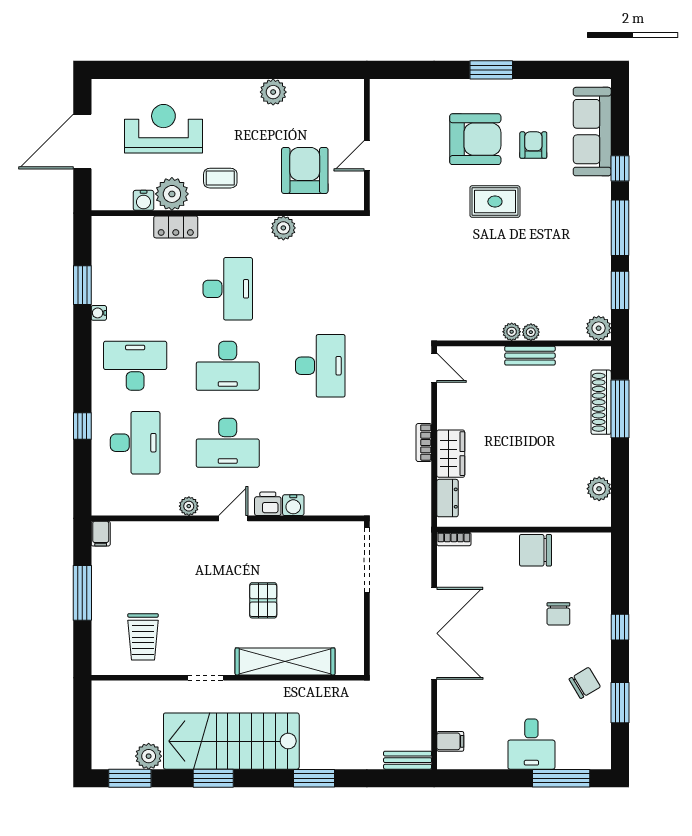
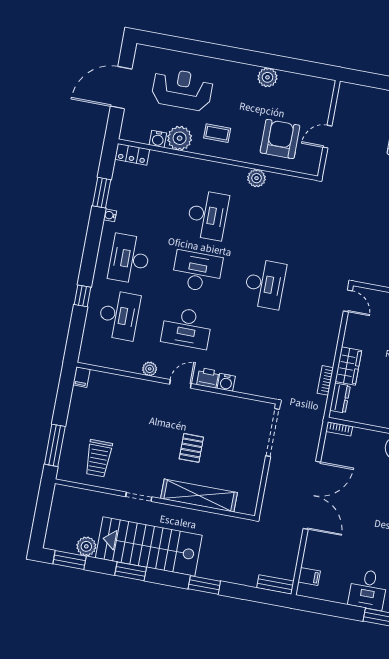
locker: (176, 227) -> (132, 154), moved
desk: (135, 366) -> (129, 259), turned -90
desk: (228, 366) -> (197, 271), turned 180
bookcase: (424, 443) -> (325, 380), moved
window: (82, 593) -> (55, 445), moved

